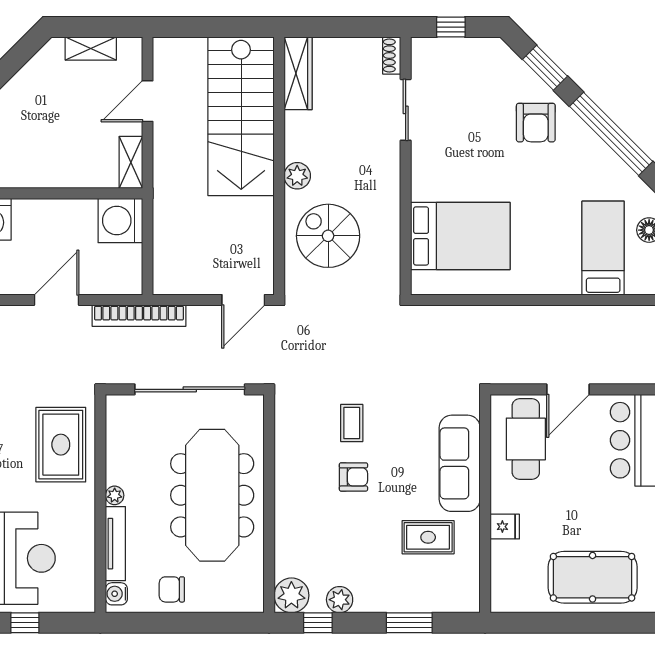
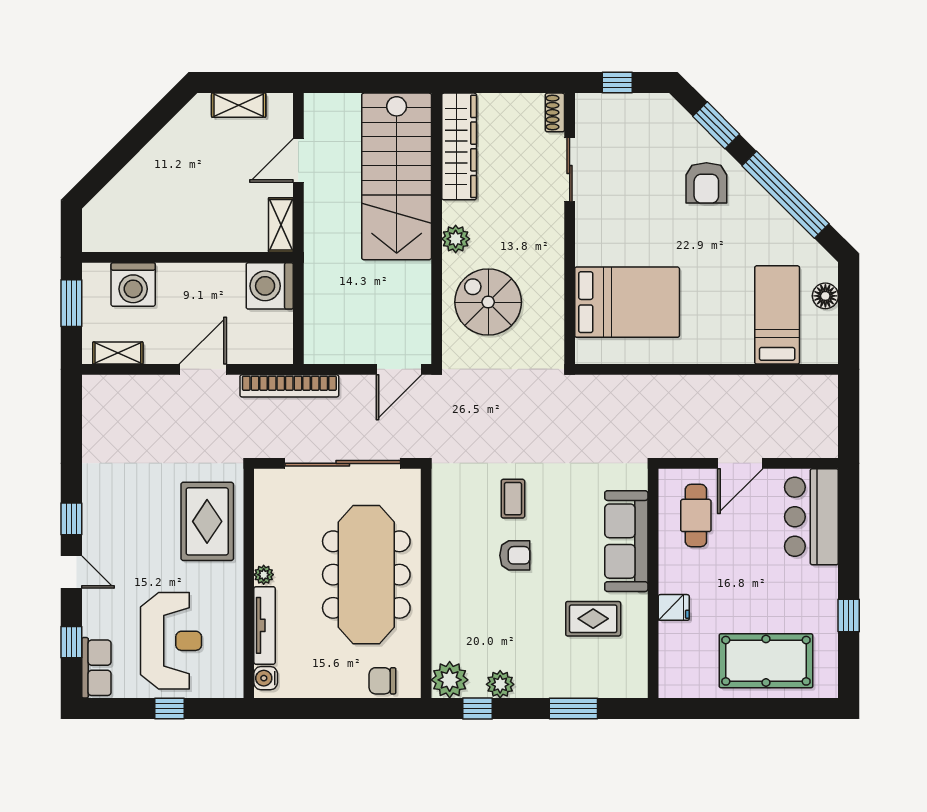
wardrobe: (298, 73) -> (459, 146), width x1.40, depth x1.17
cafe table: (526, 439) -> (696, 515), width x0.73, depth x0.74
chair: (172, 589) -> (382, 681), moved

